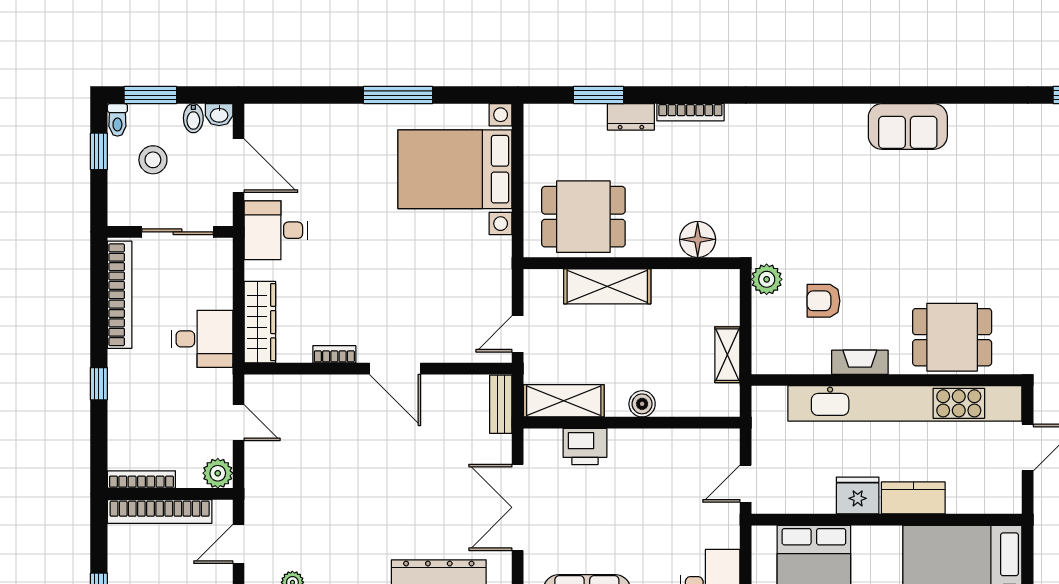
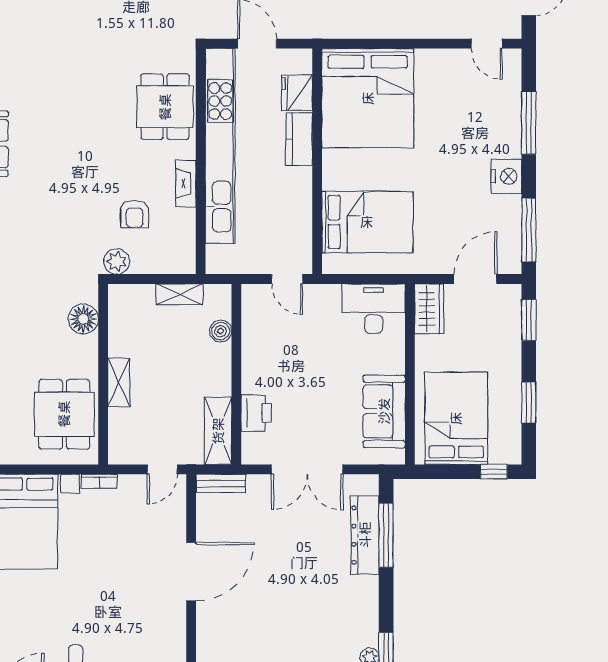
shelving: (607, 286) -> (119, 382), width x0.67, depth x0.75
door: (518, 334) -> (162, 469), hinge flipped
bookcase: (334, 354) -> (99, 481), moved, turned -90
door: (395, 369) -> (191, 572), width x1.36
boiler: (642, 404) -> (221, 331), moved
fridge: (858, 495) -> (297, 93), moved

